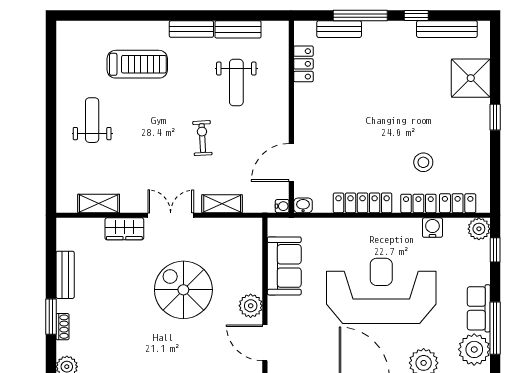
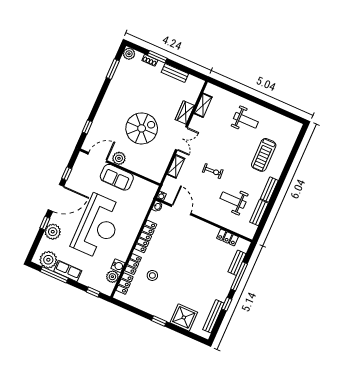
plant: (479, 229) -> (112, 277), moved
sofa: (284, 266) -> (117, 177), moved

